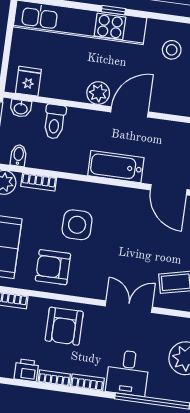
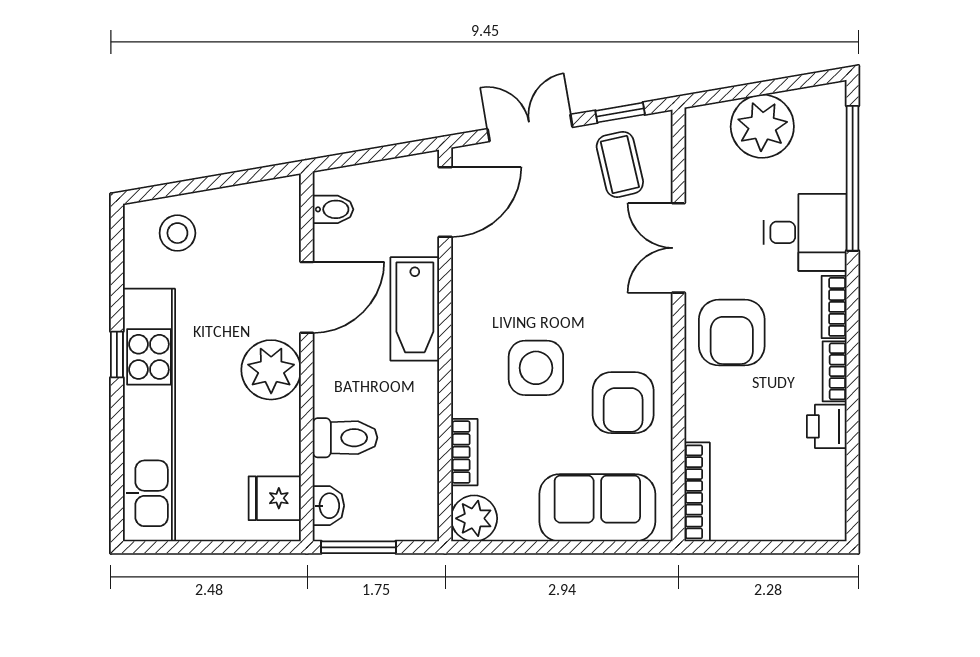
plant: (98, 93) -> (271, 370), width x1.36, depth x1.36
door: (129, 112) -> (307, 297), swing flipped
bidet: (18, 155) -> (333, 209), moved, turned 180
armchair: (64, 326) -> (732, 333), moved, turned 90

